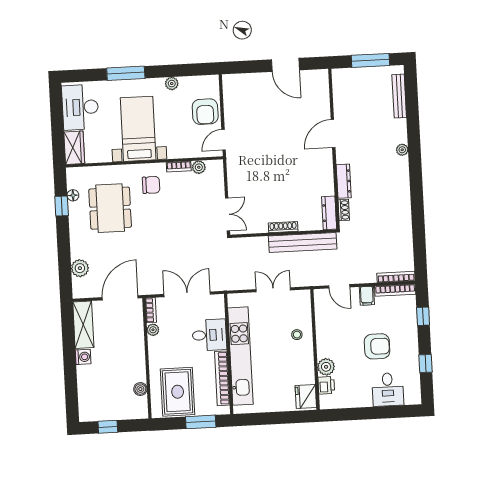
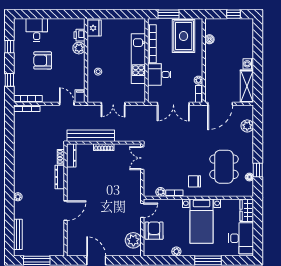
plant: (234, 96) -> (133, 240), added
filing cabinet: (367, 296) -> (80, 96), moved
kitchen unit: (240, 356) -> (138, 59), width x0.73

